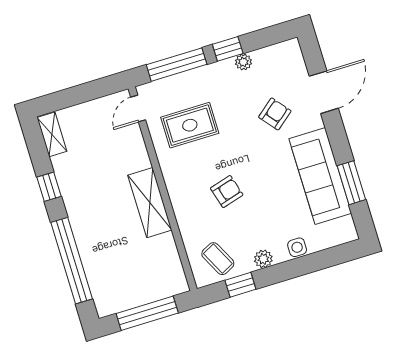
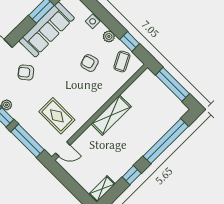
armchair: (227, 192) -> (90, 63), moved

